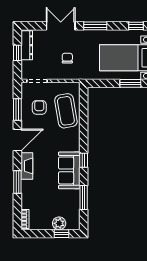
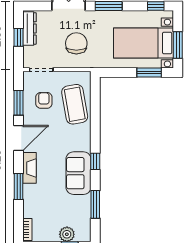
chair: (67, 58) -> (76, 43), width x1.87, depth x1.87

